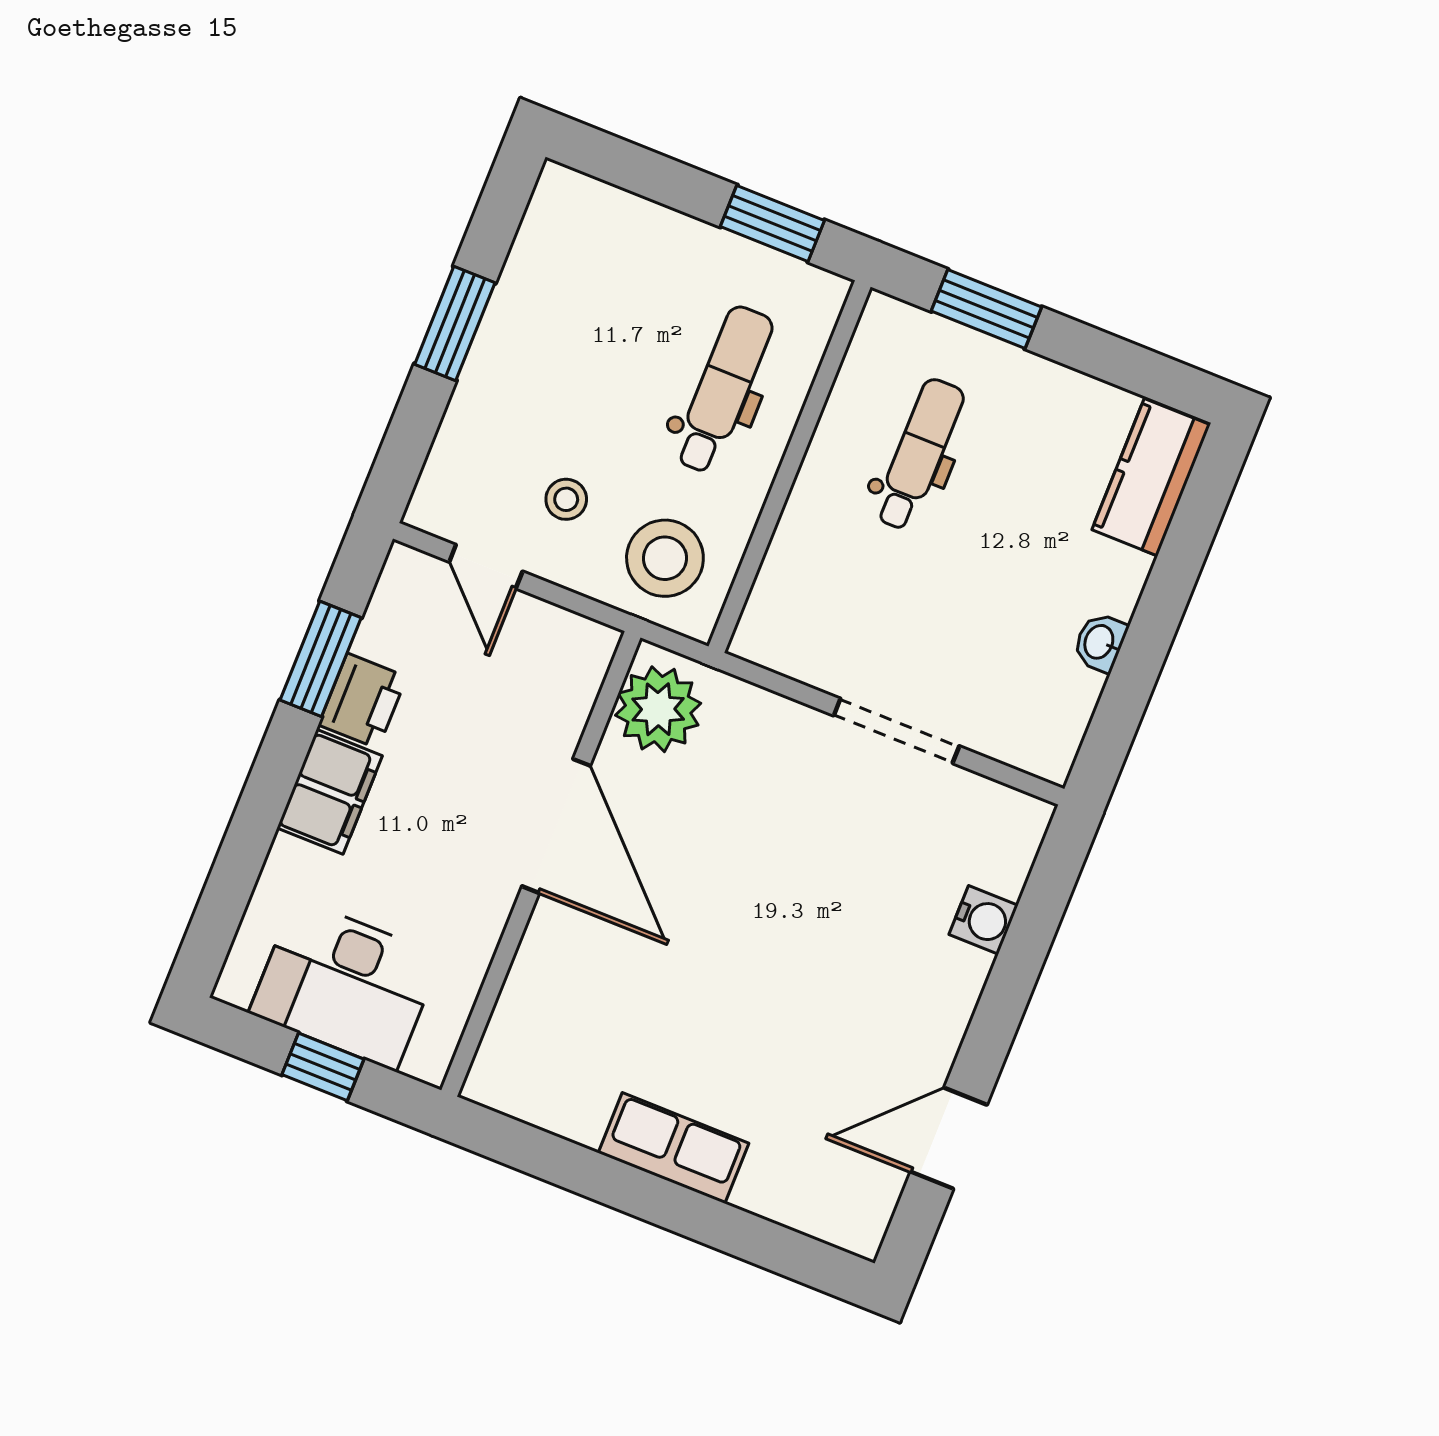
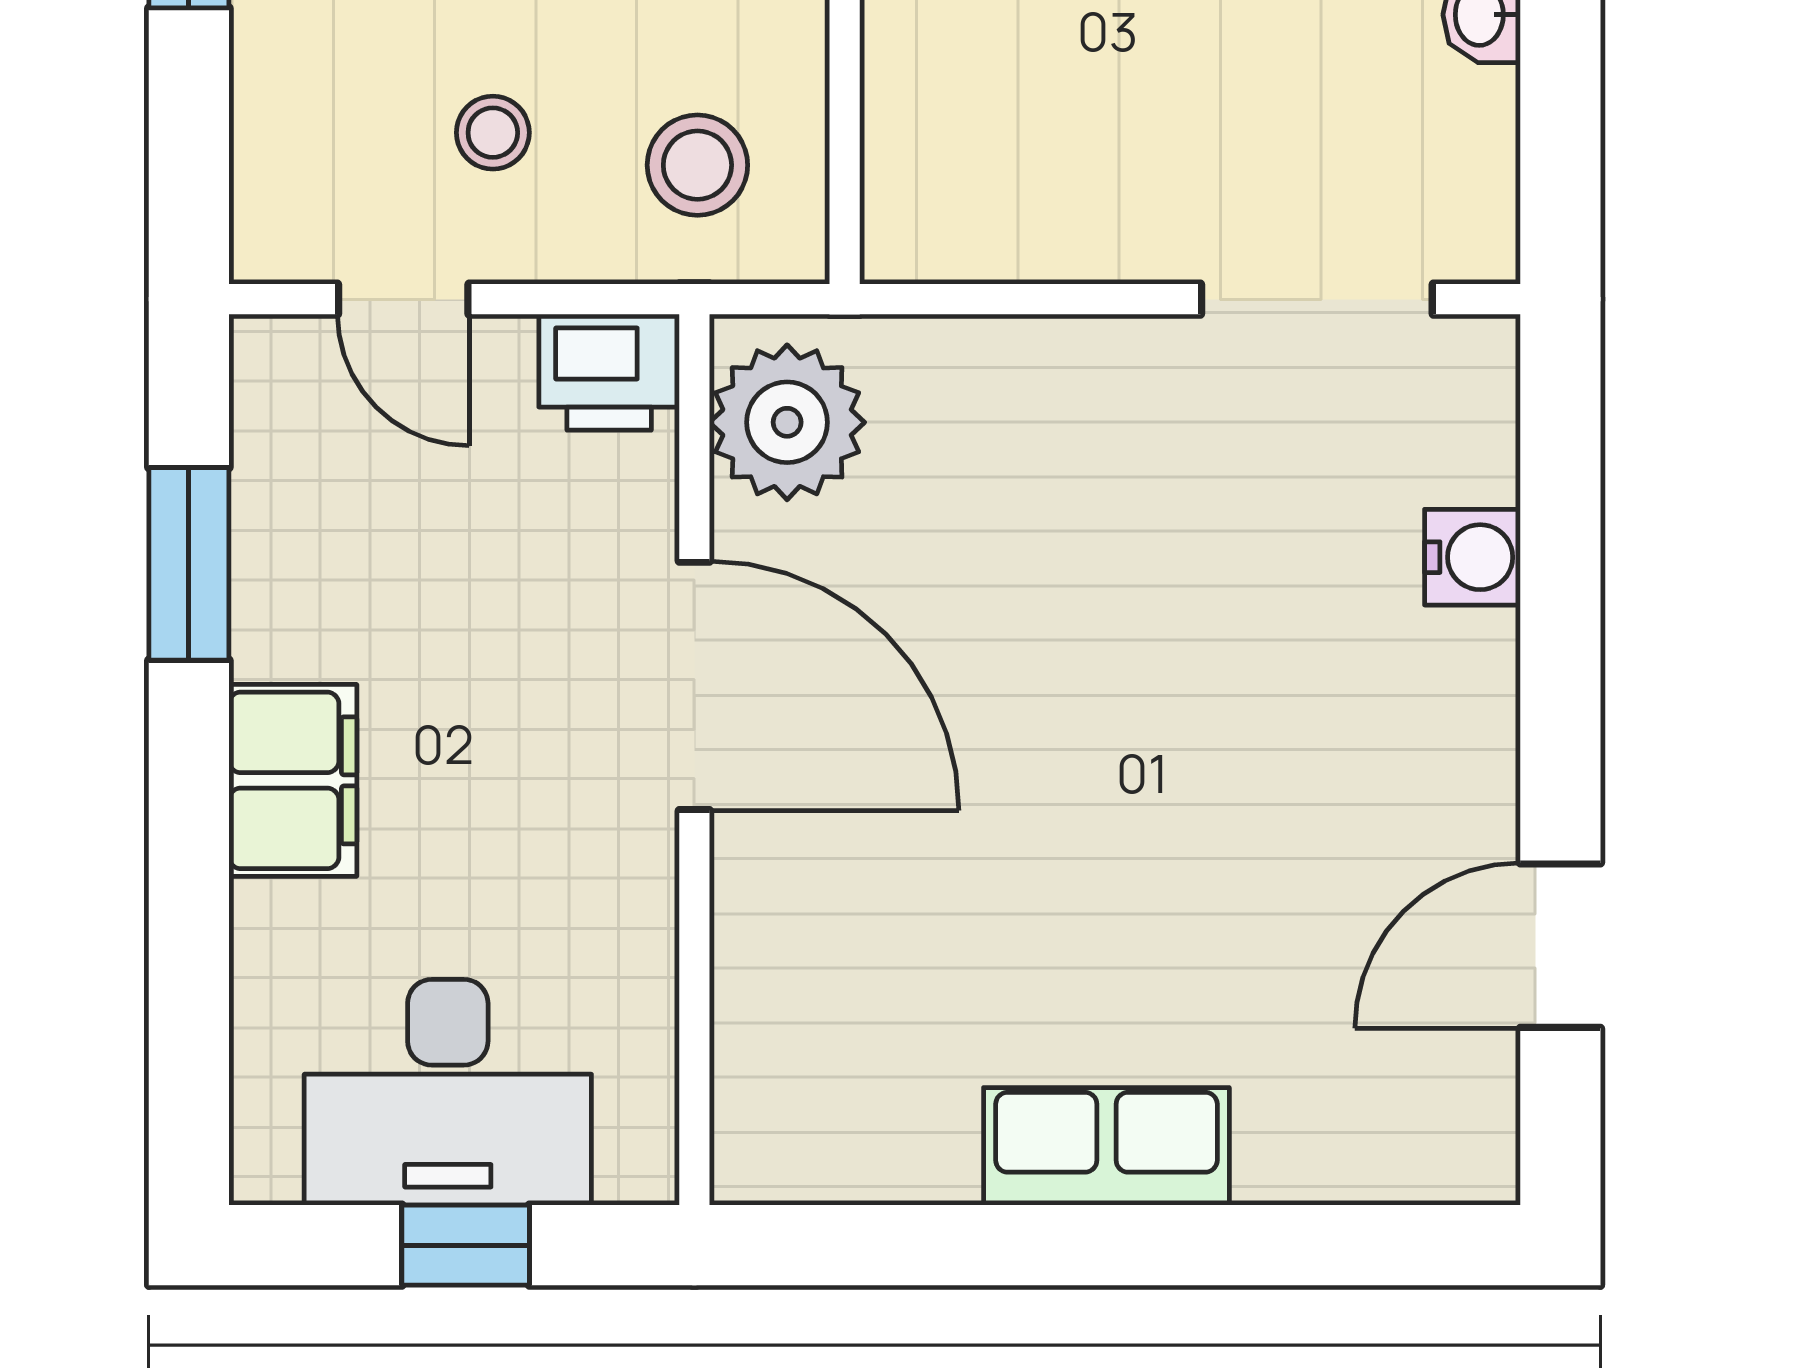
stool: (665, 558) -> (697, 165), width x0.73, depth x0.73
printer: (363, 701) -> (609, 372), moved, turned 90
doorway: (896, 731) -> (1317, 299), moved

